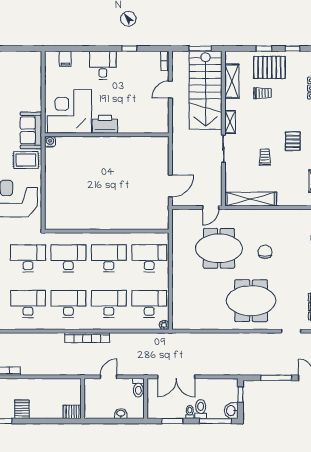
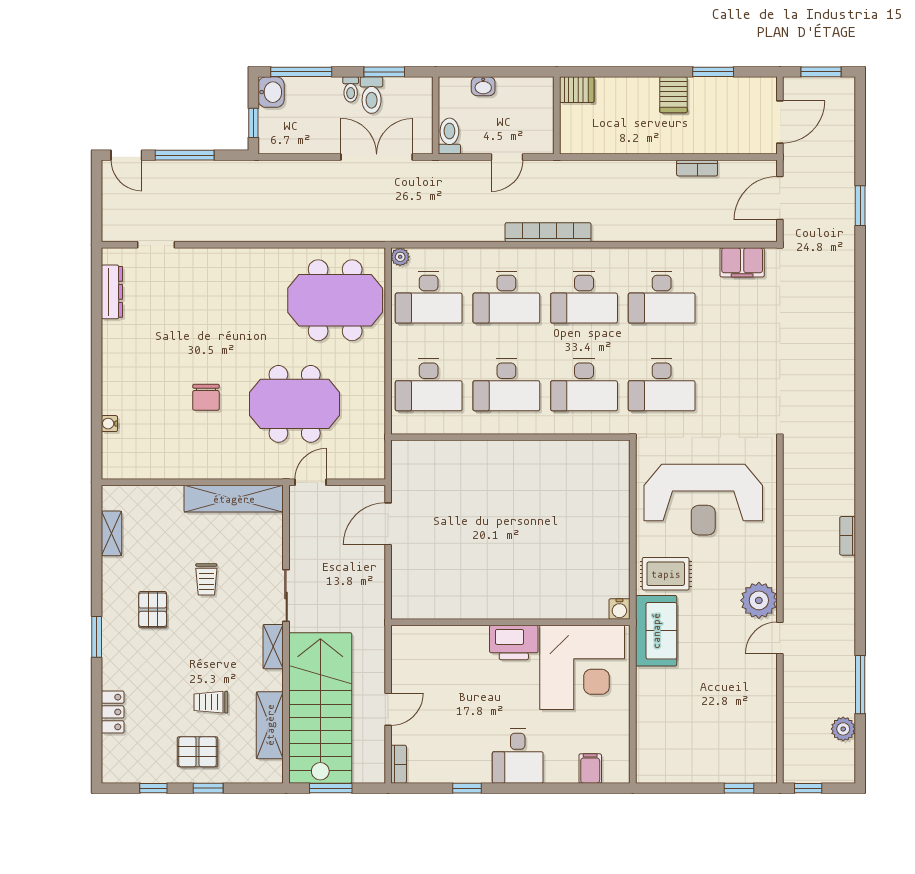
pallet: (269, 67) -> (198, 752), width x0.67, depth x0.71
meeting table: (251, 301) -> (335, 300), moved
toilet: (201, 409) -> (372, 95), moved

